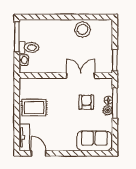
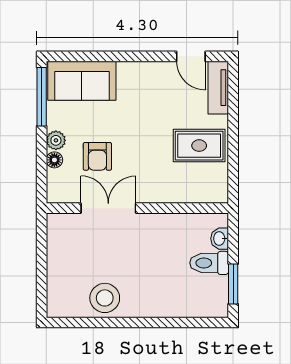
window: (17, 37) -> (233, 284), width x0.69
window: (115, 60) -> (42, 238), removed
double door: (81, 76) -> (108, 208), swing flipped
window: (115, 103) -> (42, 97), moved

